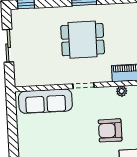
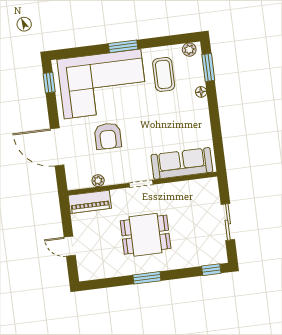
armchair: (110, 130) -> (108, 136), turned 90

